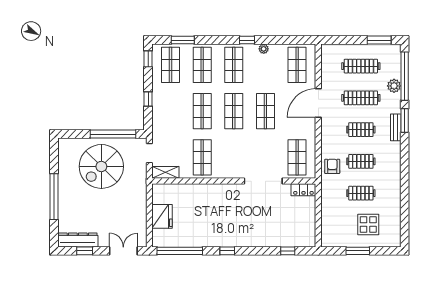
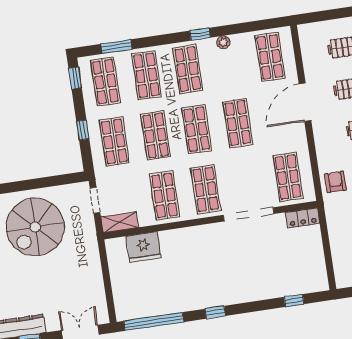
shop shelf: (171, 111) -> (114, 142), added
window: (113, 134) -> (44, 182), removed
shop shelf: (234, 157) -> (206, 189), added
fridge: (162, 216) -> (143, 247), moved, turned 90

